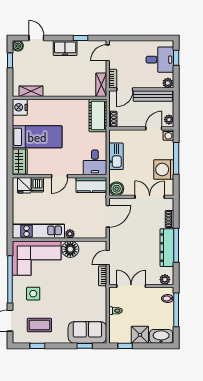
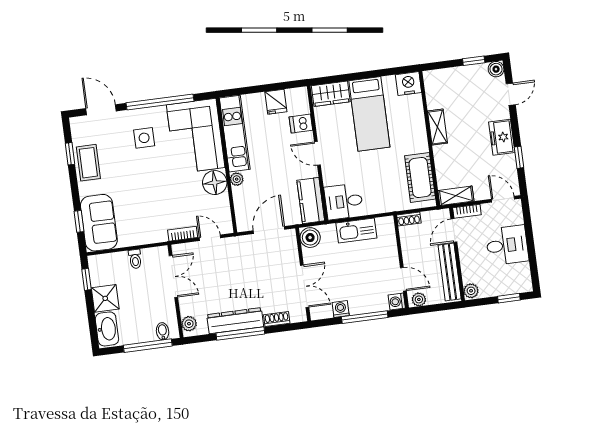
desk: (160, 60) -> (507, 245), moved, turned -90
door: (125, 89) -> (454, 230), hinge flipped
shelving: (31, 91) -> (437, 127), moved
cot: (98, 115) -> (420, 177), moved, turned 90
washing machine: (164, 170) -> (341, 309), width x0.53, depth x0.53
fridge: (24, 185) -> (276, 102), moved, turned -90
door: (108, 216) -> (269, 230), swing flipped
coffee table: (39, 325) -> (88, 163), moved

